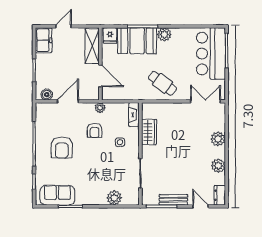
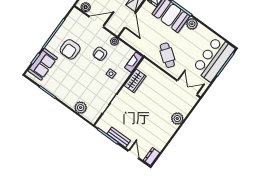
plant: (218, 166) -> (165, 136), removed
sofa: (57, 195) -> (43, 64), moved, turned 90

